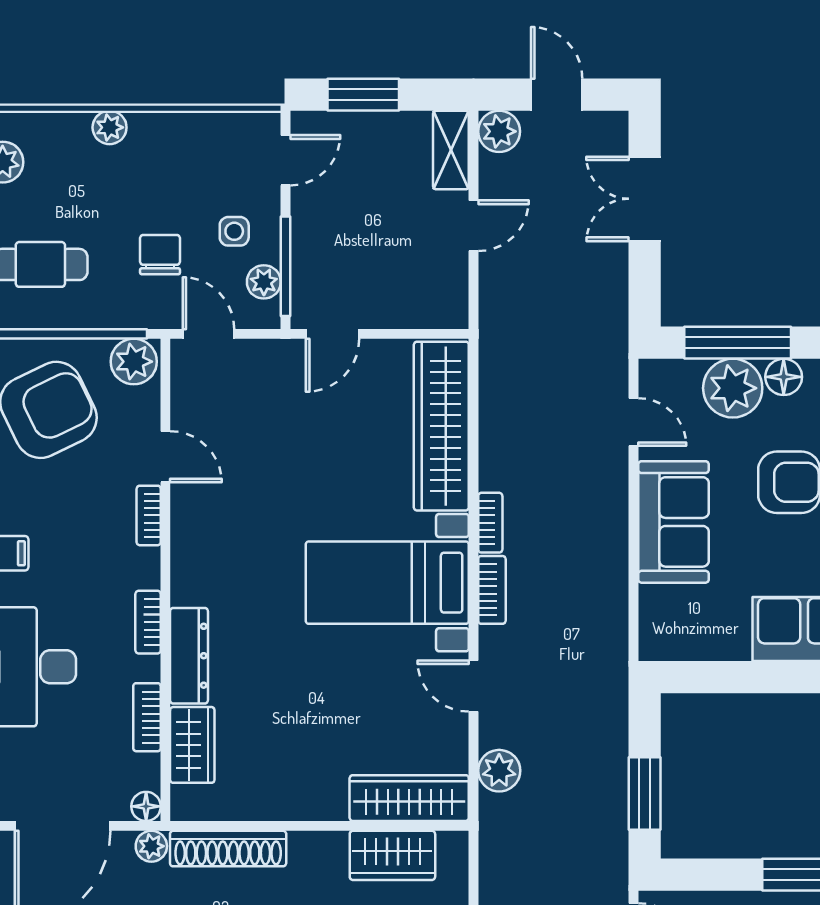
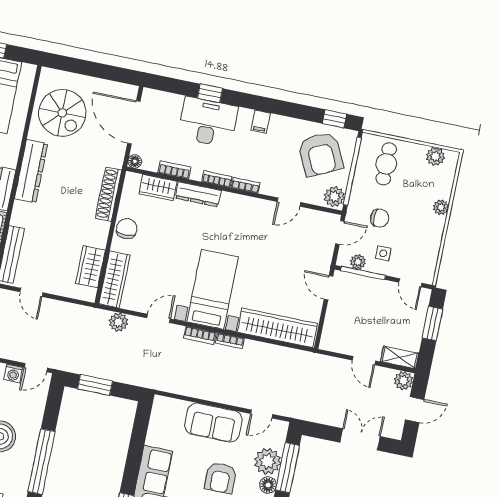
bookcase: (149, 515) -> (246, 185), moved
chair: (294, 794) -> (127, 229), added
plant: (151, 846) -> (117, 160), removed

